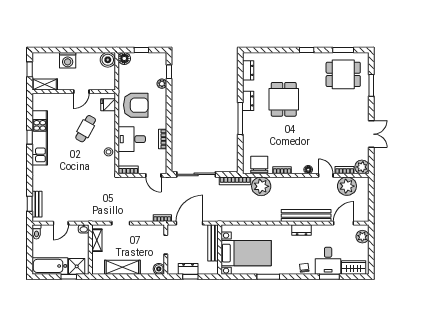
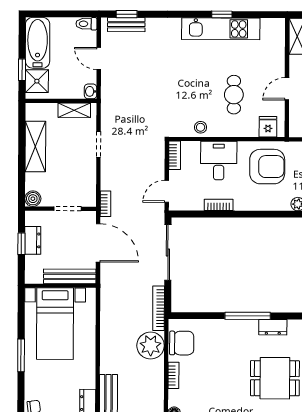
door: (81, 92) -> (287, 89), hinge flipped
armchair: (136, 105) -> (267, 167), turned -90
cafe table: (86, 129) -> (234, 95), turned 61

